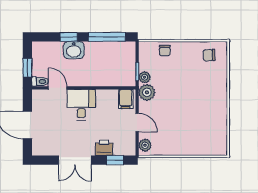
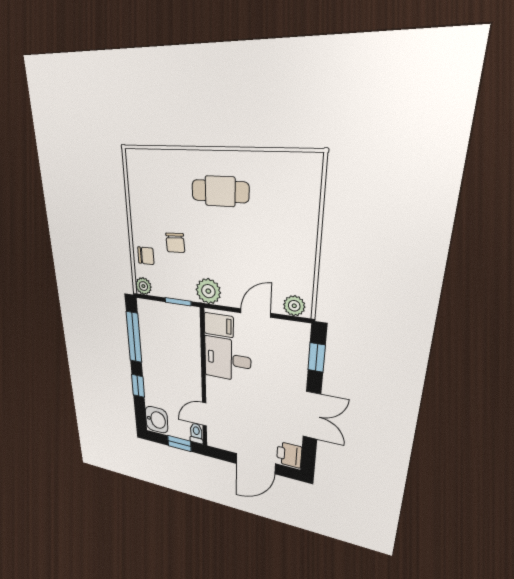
washbasin: (74, 50) -> (157, 420), moved
chair: (209, 55) -> (175, 243), moved
plant: (145, 77) -> (143, 286), moved
cafe table: (206, 100) -> (220, 191), added
desk: (81, 105) -> (228, 359), moved
printer: (104, 148) -> (289, 455), moved

